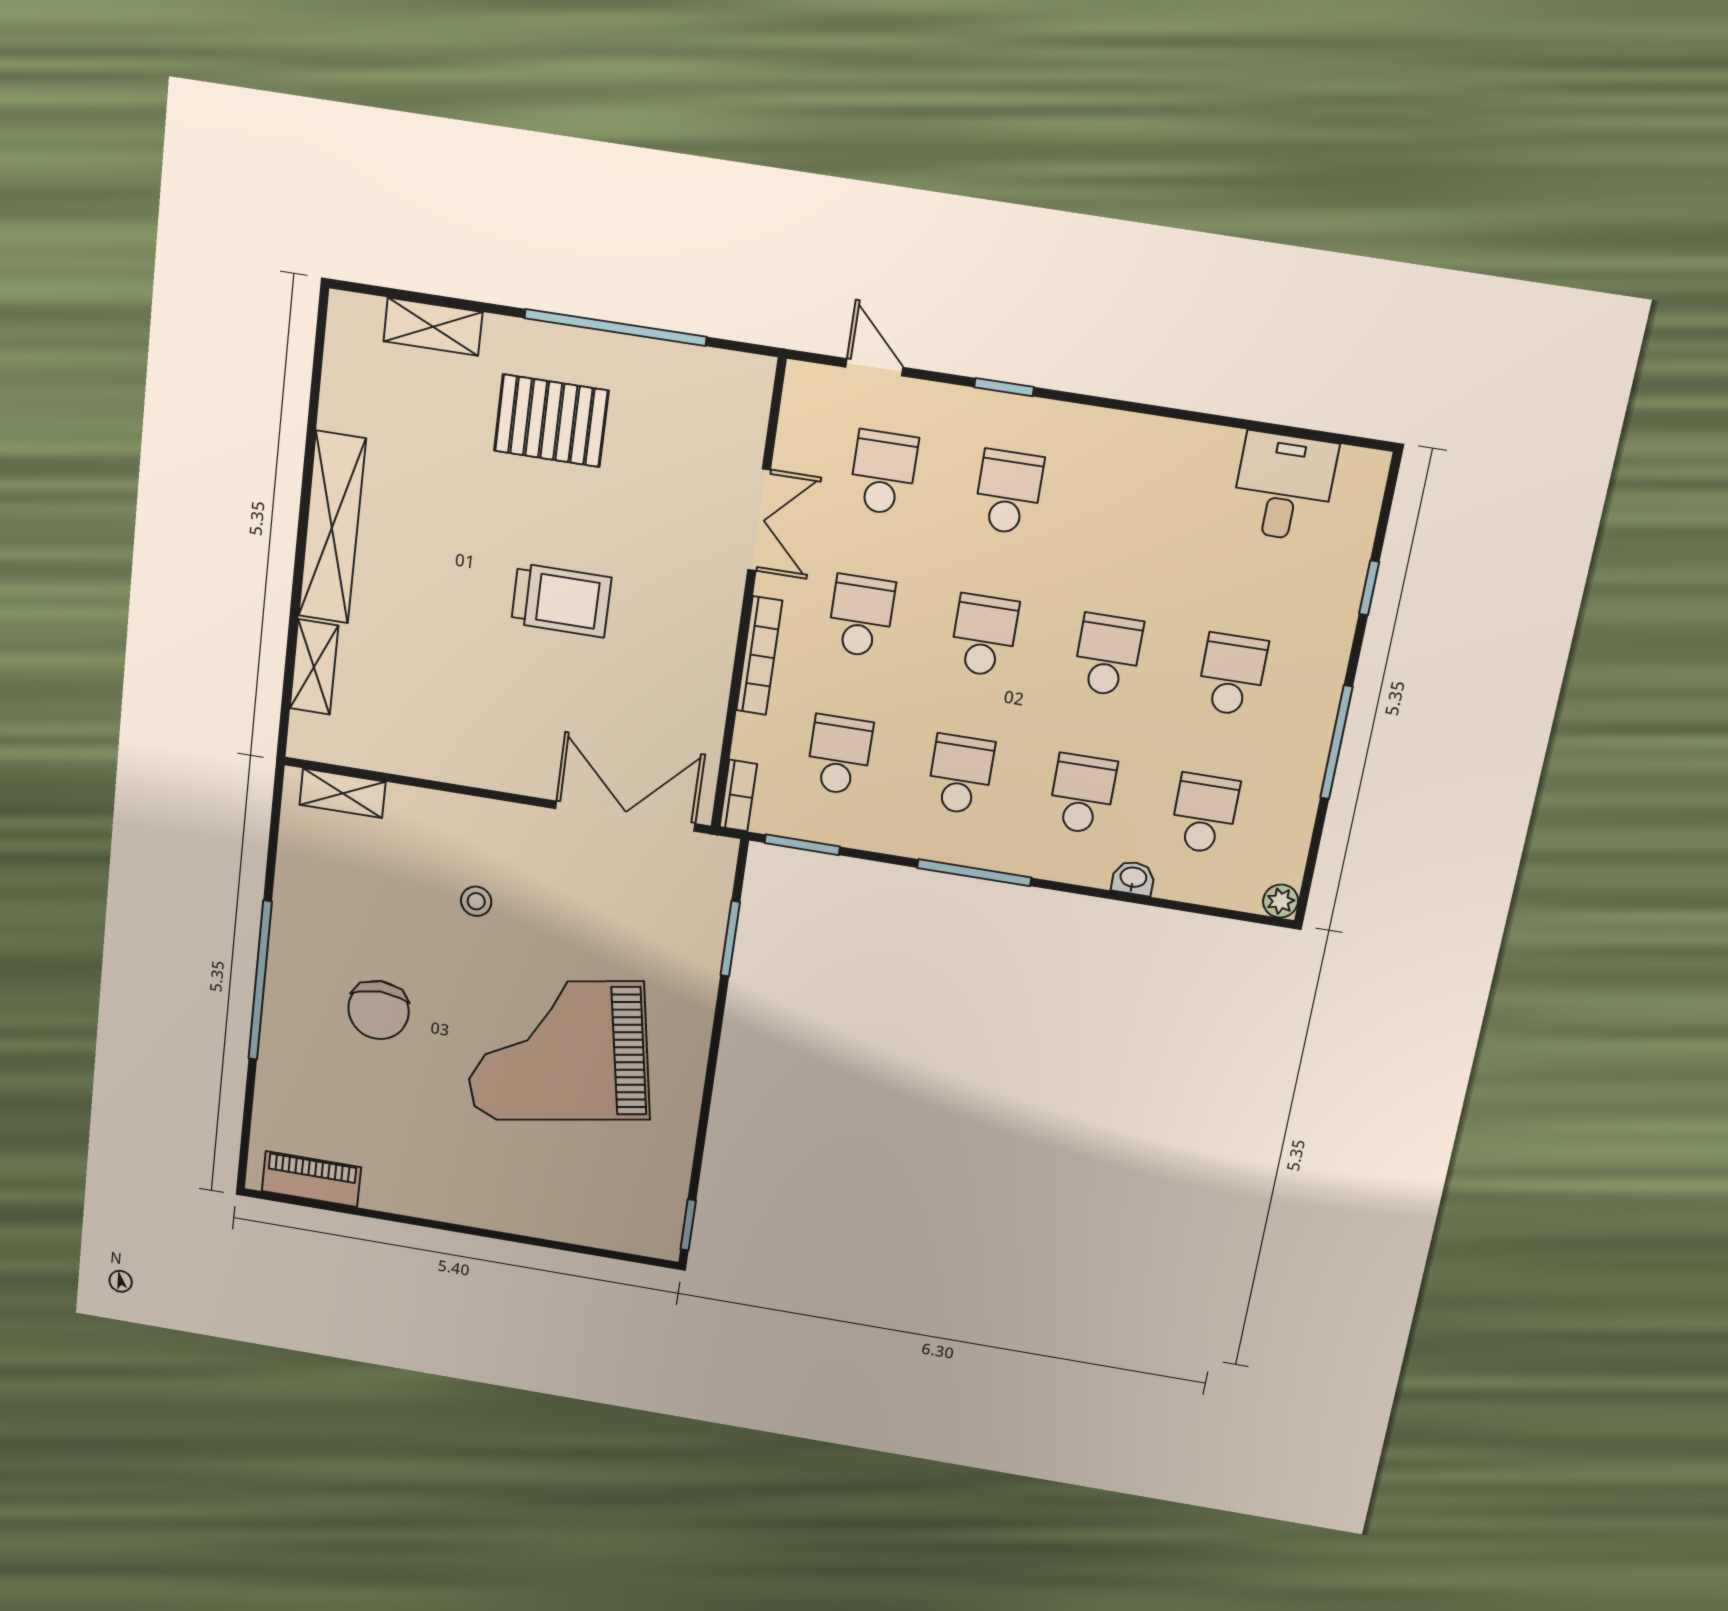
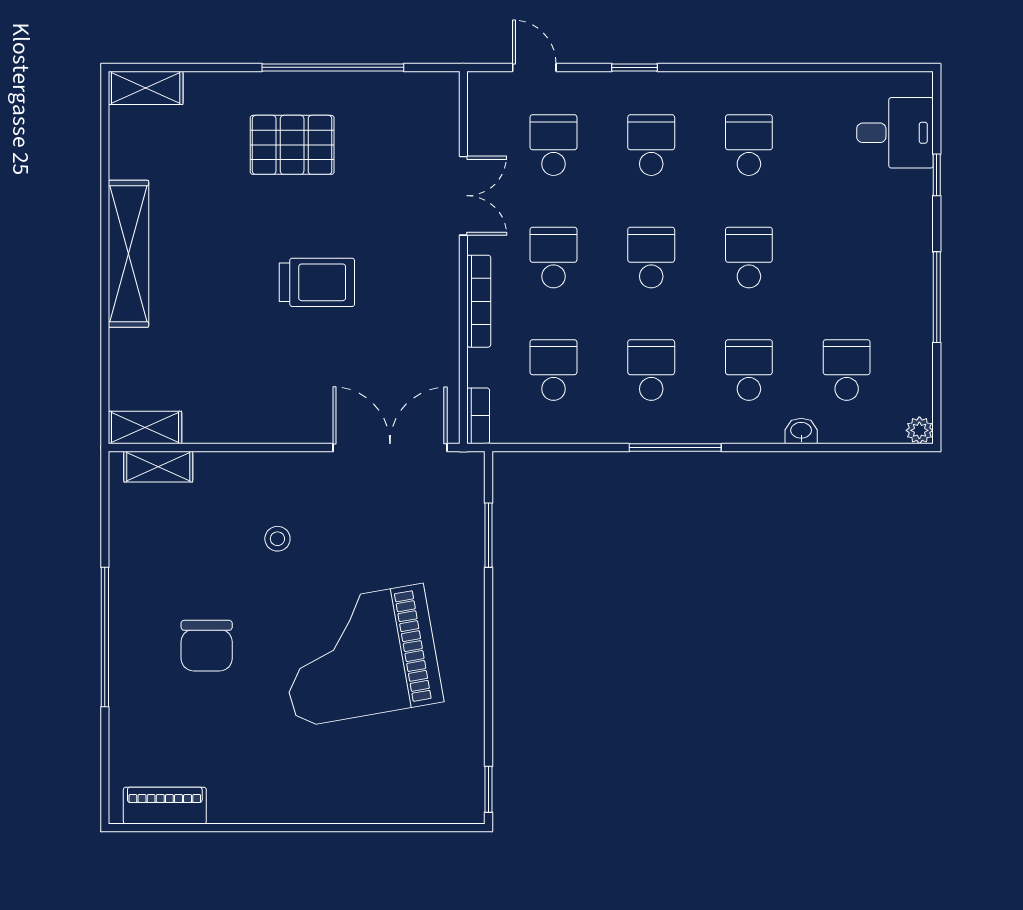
shelving: (433, 327) -> (146, 88), moved
desk: (1284, 487) -> (895, 133), moved, turned 90
shelving: (314, 667) -> (145, 428), moved, turned 90
school desk: (1232, 675) -> (749, 145), moved
window: (802, 845) -> (535, 448), removed

